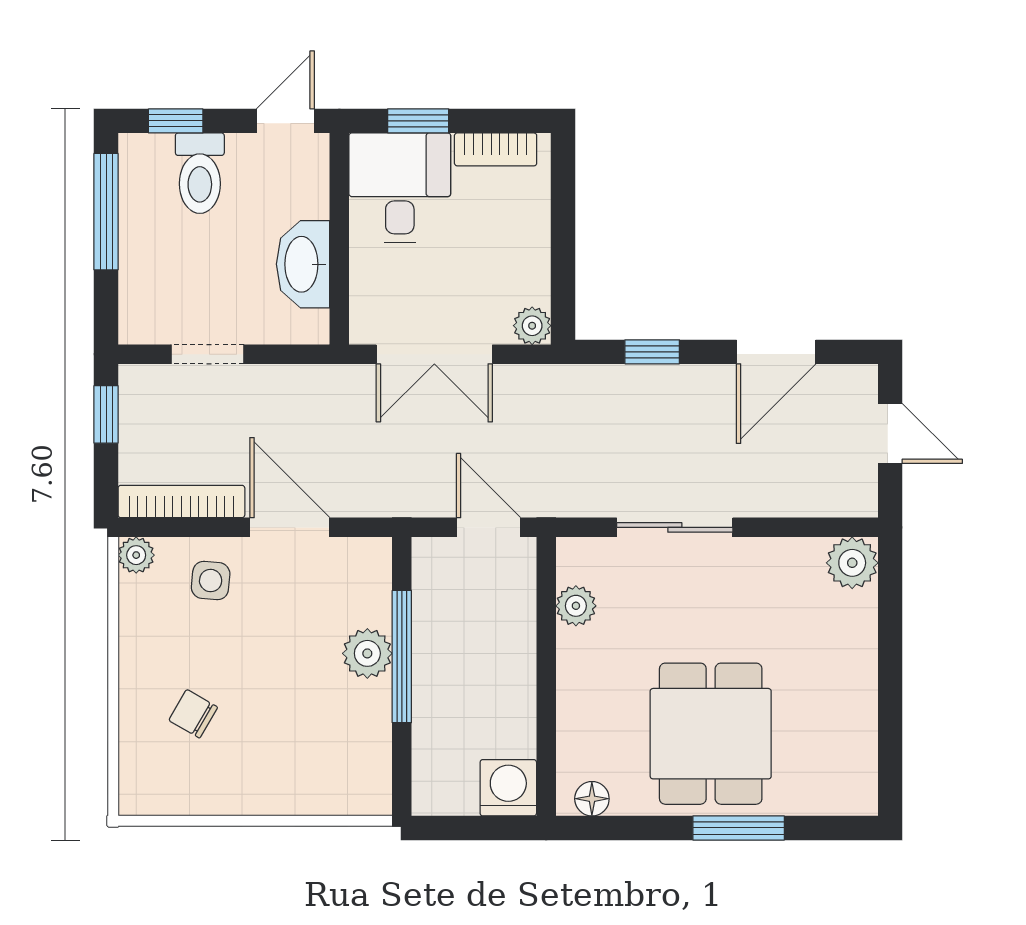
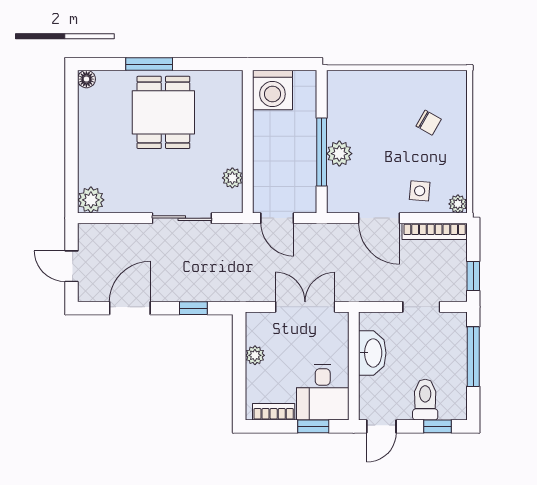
window: (106, 212) -> (473, 357), moved
plant: (532, 326) -> (255, 355), moved
washing machine: (508, 788) -> (272, 90), width x1.37, depth x1.37
floor lamp: (592, 799) -> (86, 79), moved

